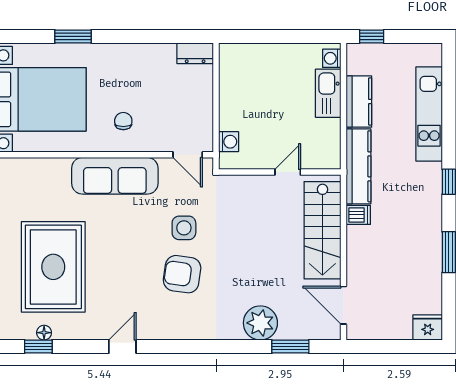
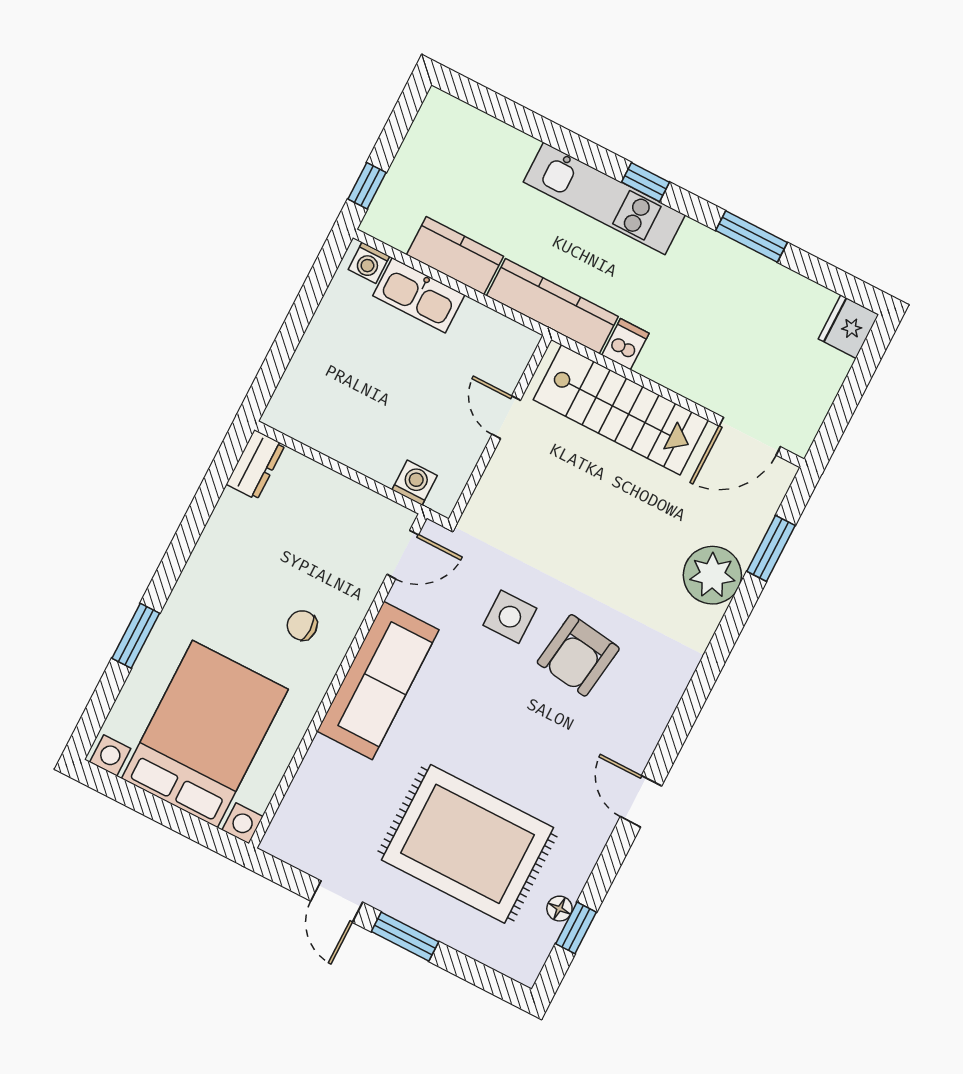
kitchen unit: (429, 114) -> (604, 198), moved

